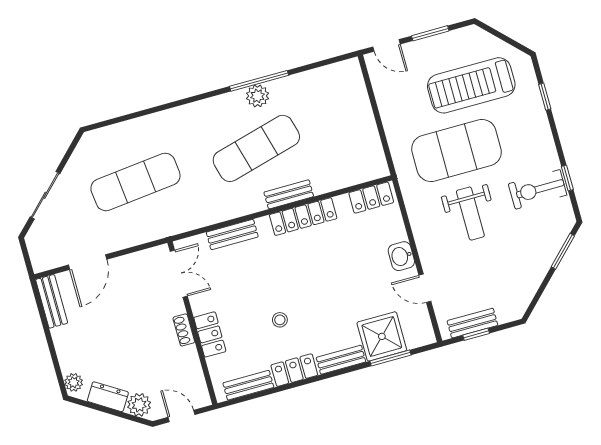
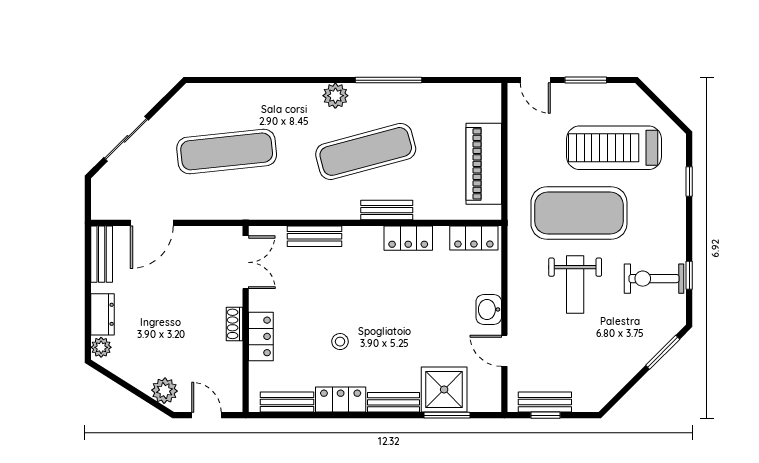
plant: (258, 96) -> (335, 96), moved
piano: (362, 131) -> (484, 164), added
locker: (303, 217) -> (408, 238), width x0.66
dresser: (108, 397) -> (103, 314), moved, turned 58

